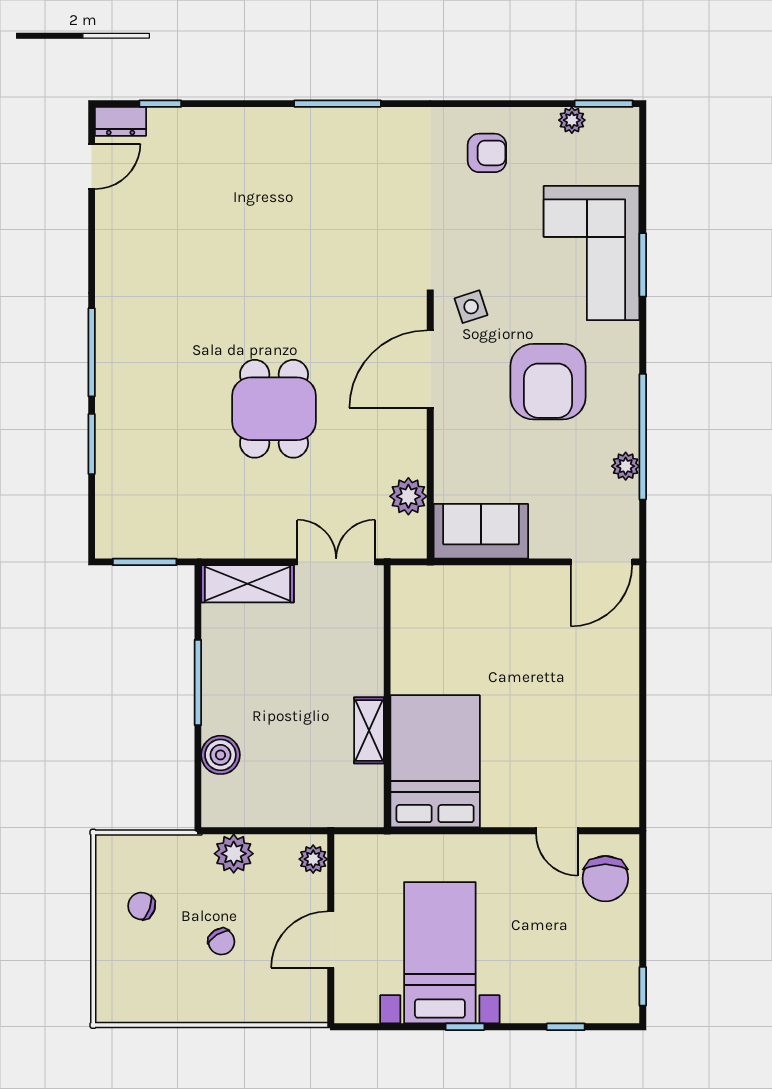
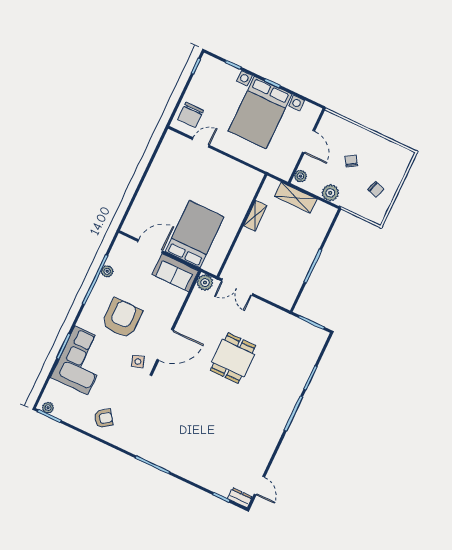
plant: (572, 120) -> (48, 408), moved
armchair: (487, 153) -> (103, 418), turned 144
door: (92, 166) -> (259, 486), swing flipped
plant: (408, 496) -> (205, 283), moved
door: (602, 562) -> (150, 246), moved
shelving: (248, 584) -> (296, 198), moved
boiler: (220, 755) -> (317, 234), removed
bed: (435, 761) -> (195, 234), moved, turned 180
door: (557, 831) -> (201, 142), hinge flipped
chair: (605, 879) -> (191, 115), turned 180
door: (331, 940) -> (308, 142), hinge flipped
bed with nightstands: (440, 953) -> (260, 113), width x1.36

